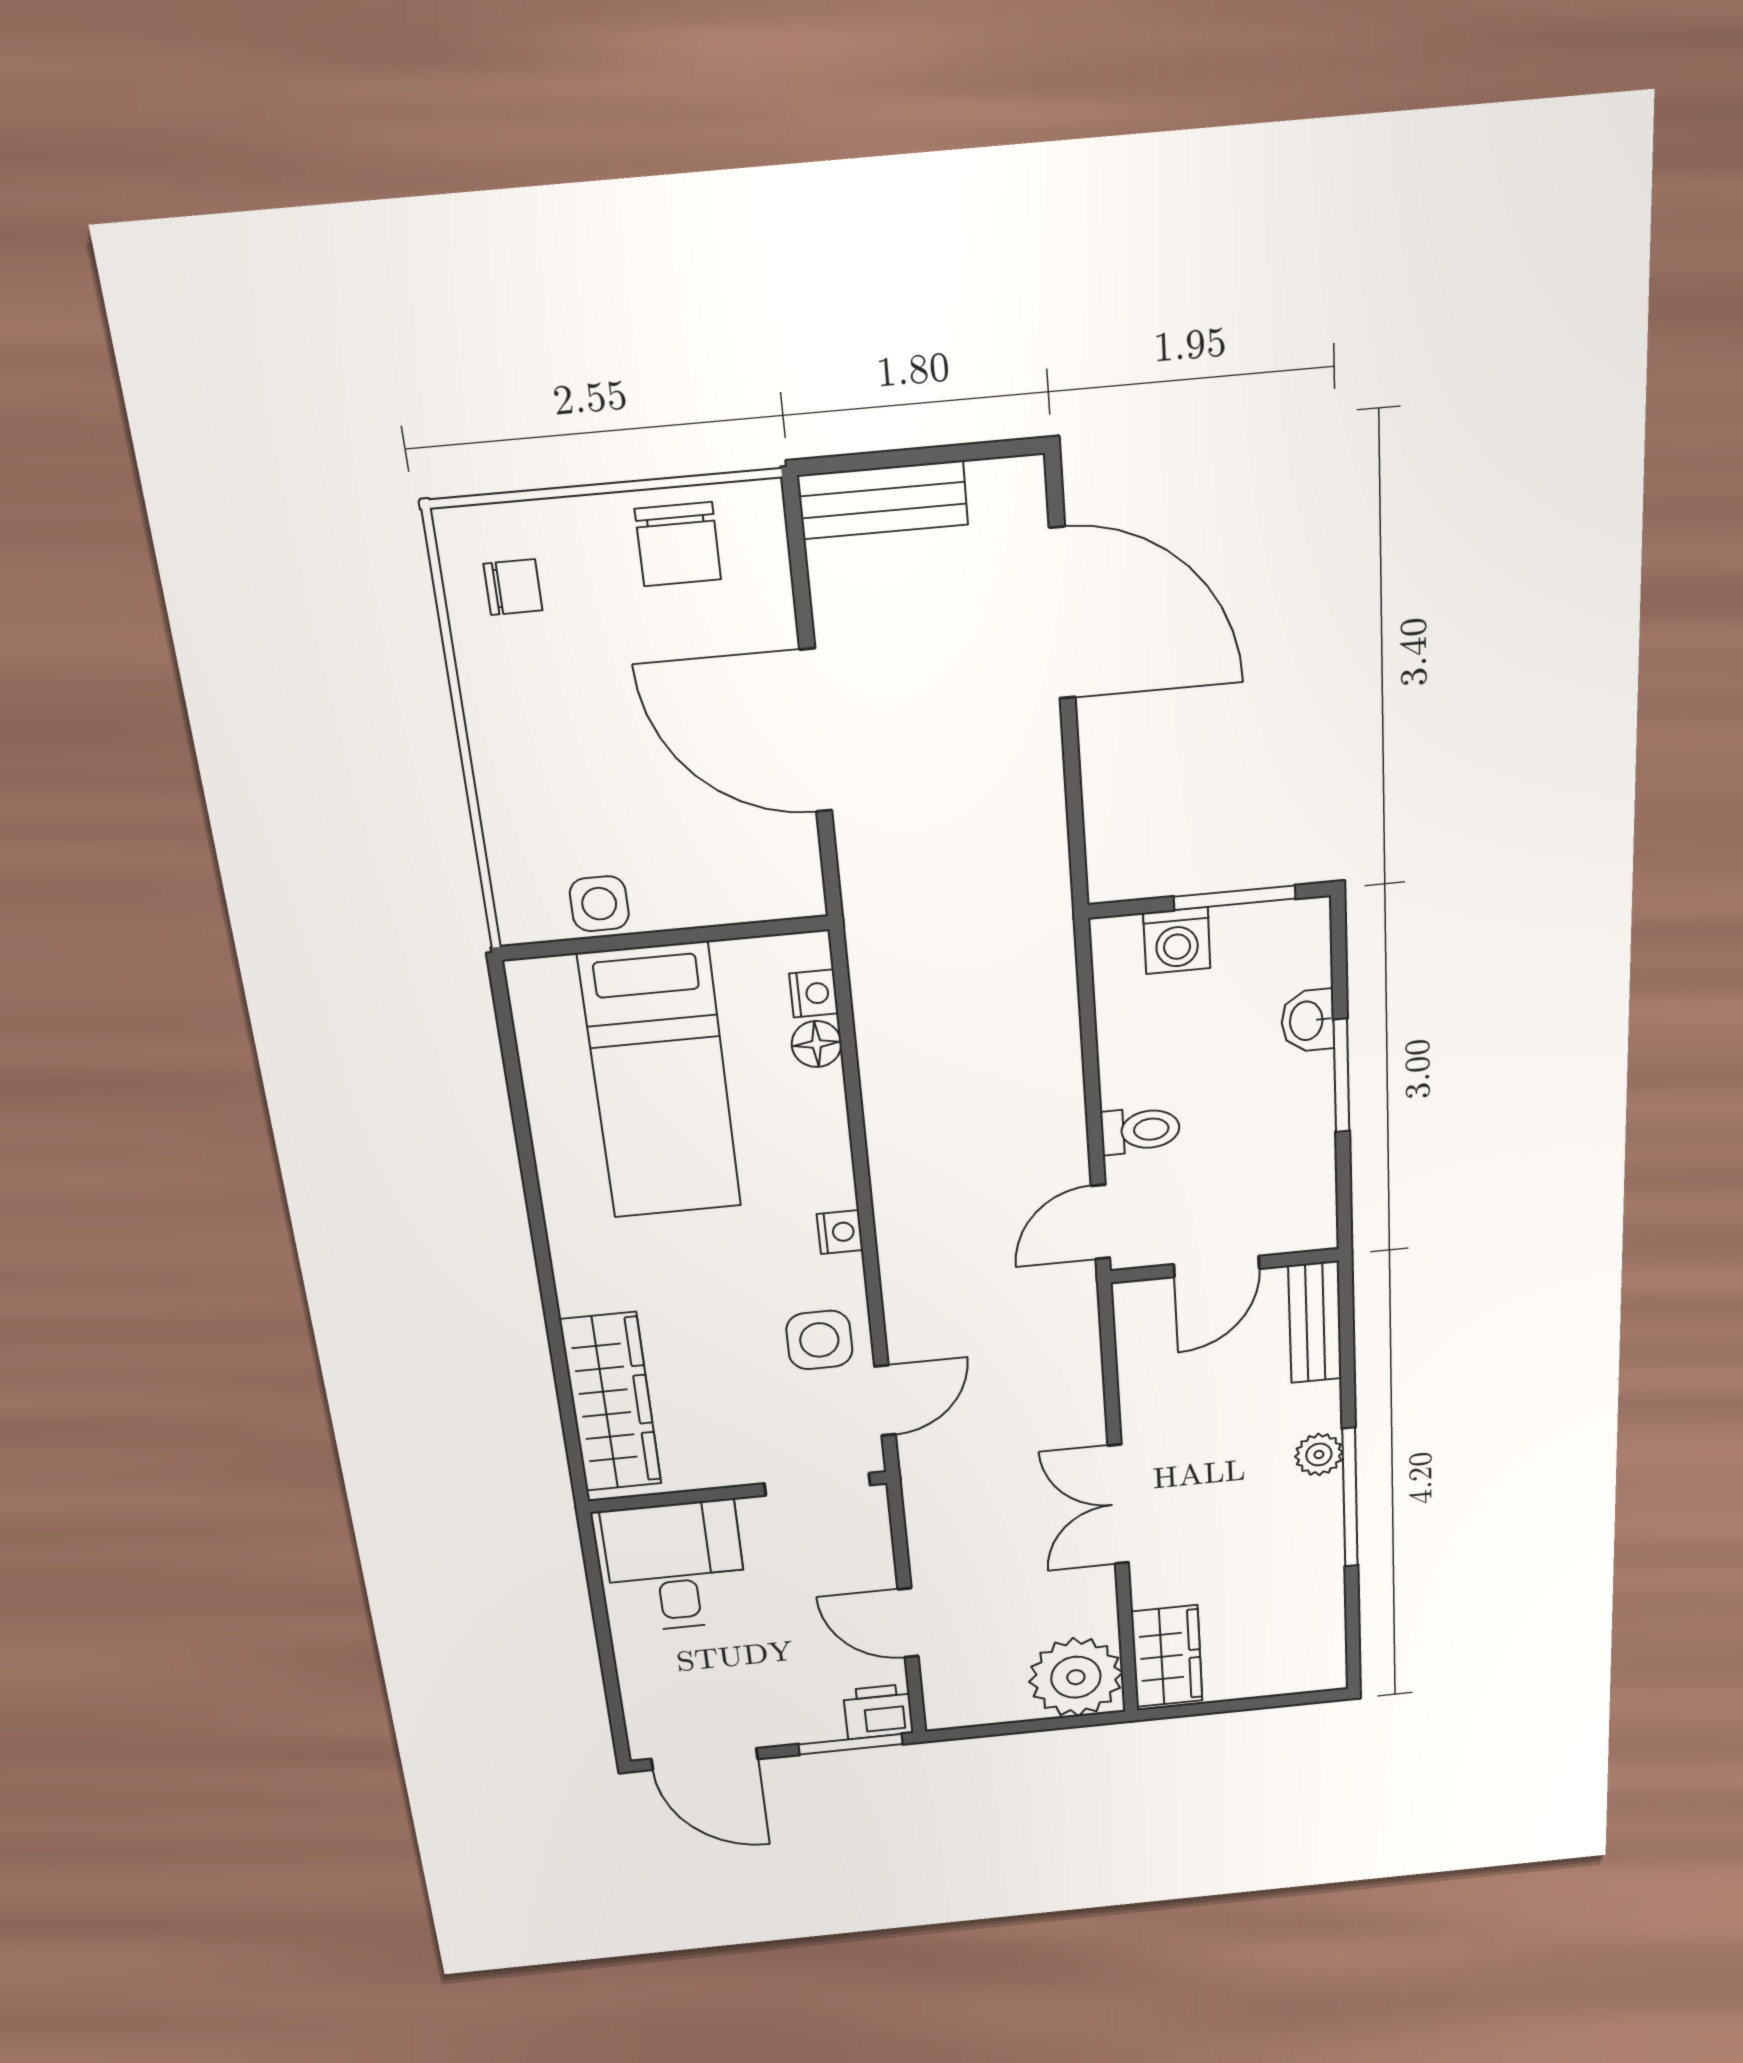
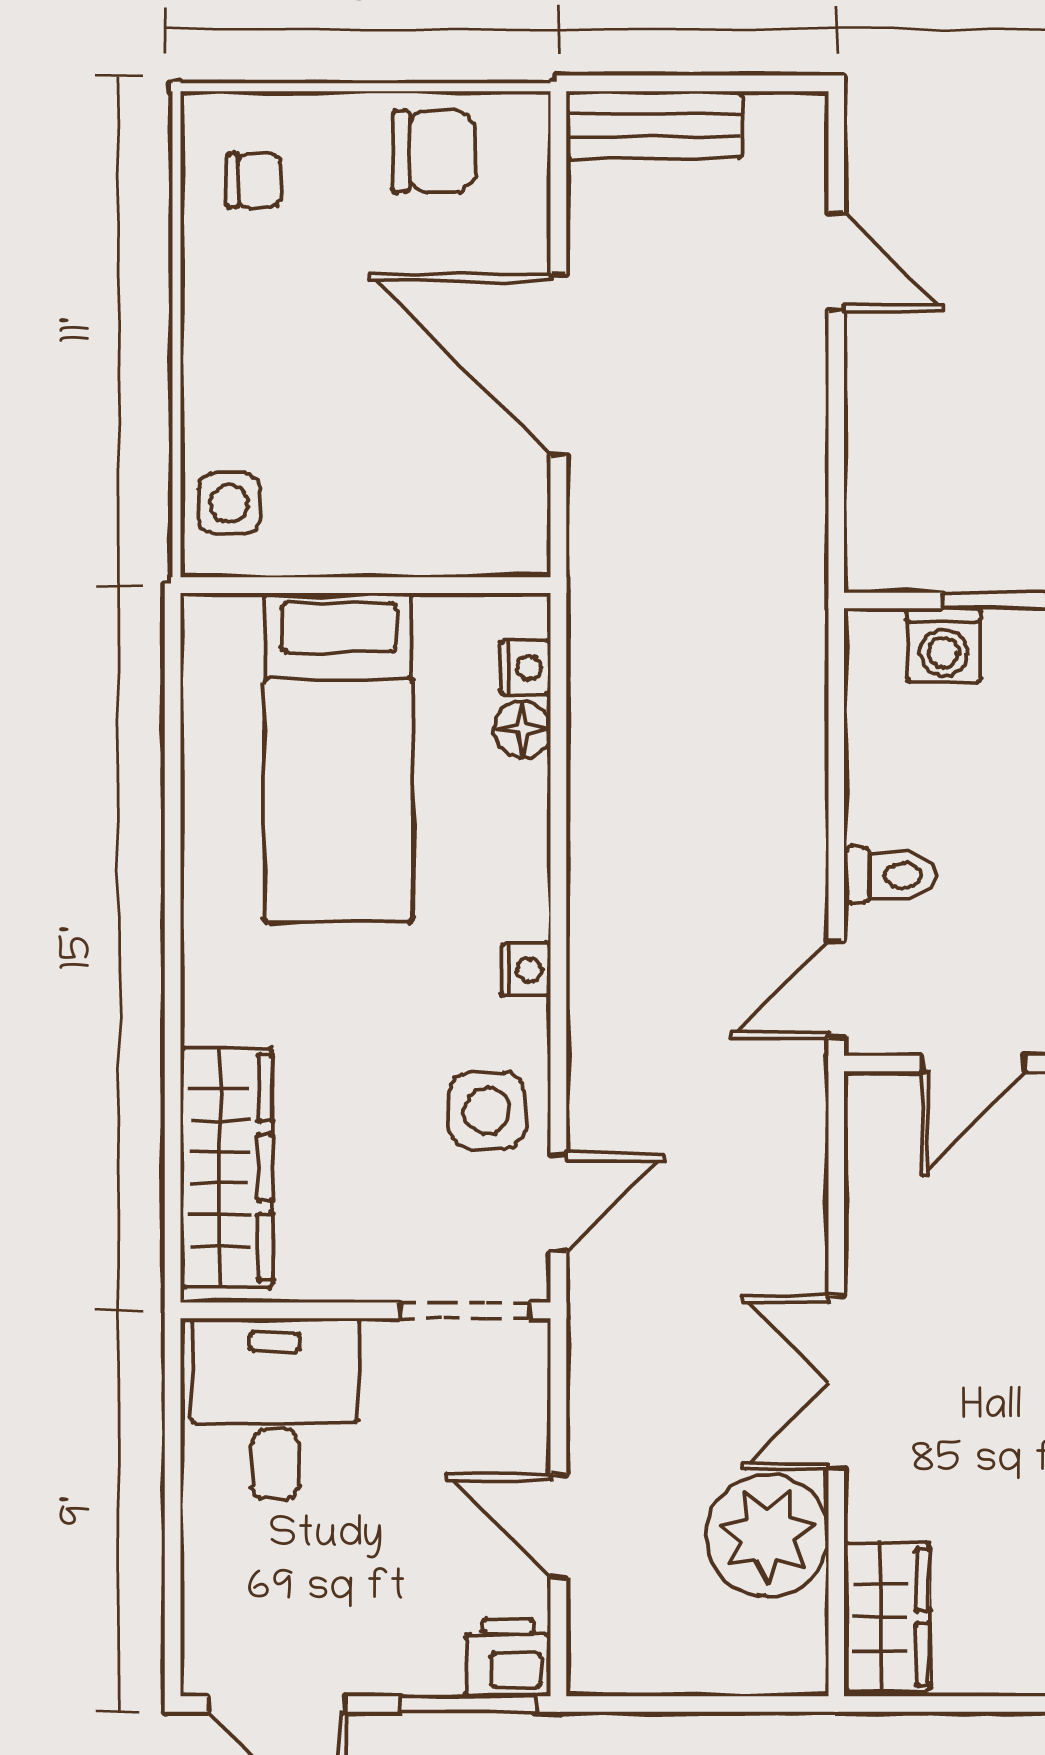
chair: (678, 544) -> (434, 151), turned -90
door: (1062, 613) -> (836, 261), width x0.53
side table: (599, 904) -> (229, 504), moved
plant: (1076, 1677) -> (767, 1536), moved

